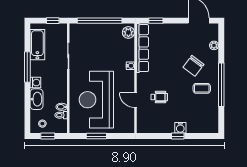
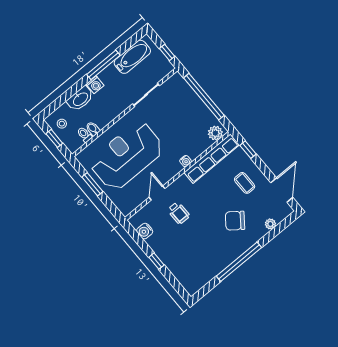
coffee table: (202, 88) -> (245, 183), moved
water cooler: (180, 128) -> (145, 231), moved

